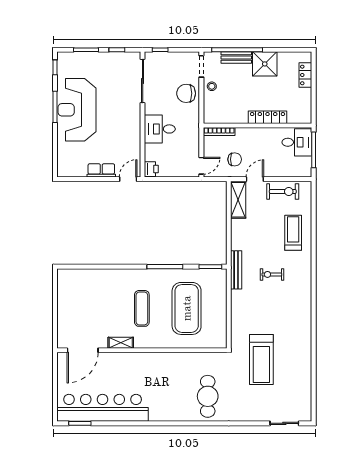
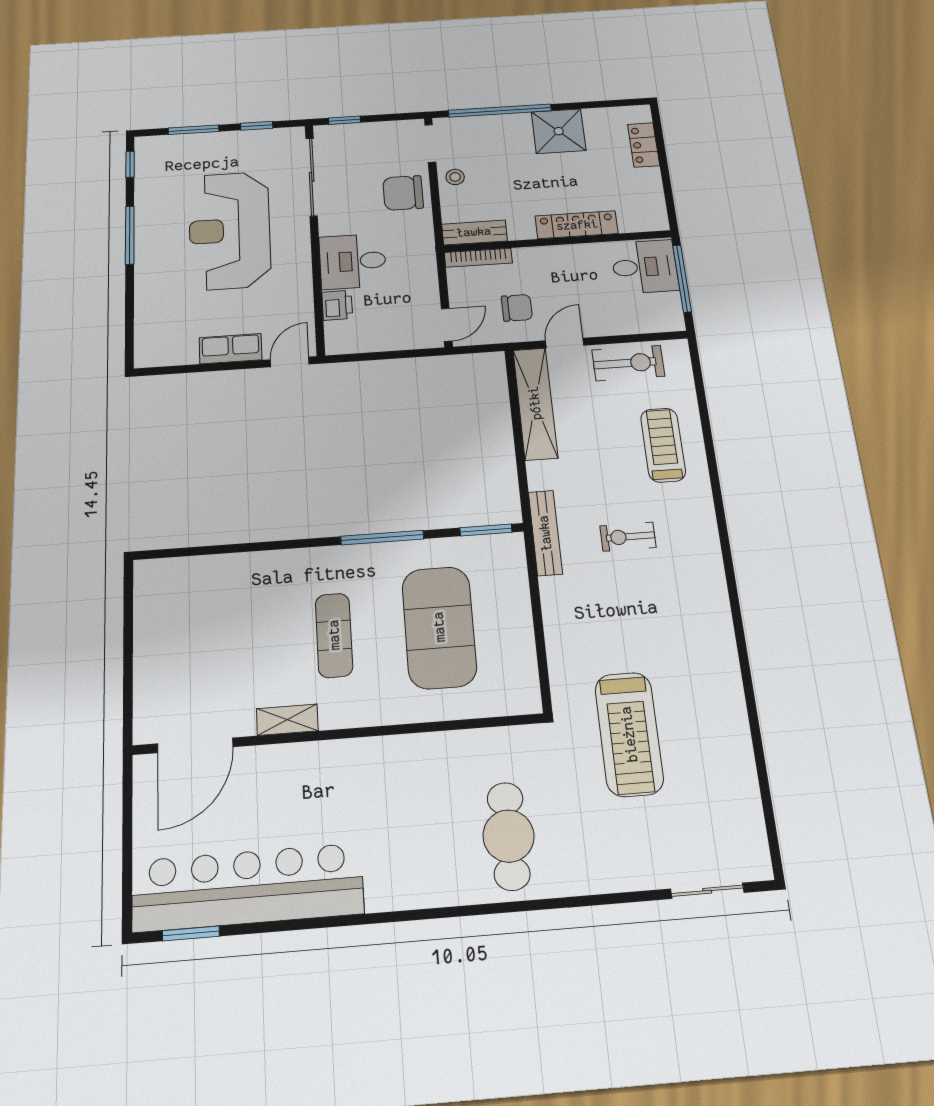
bench: (236, 58) -> (474, 232), moved
reception desk: (77, 110) -> (230, 230), moved
printer: (151, 169) -> (337, 305), moved
shelving: (238, 200) -> (535, 403), width x1.47

